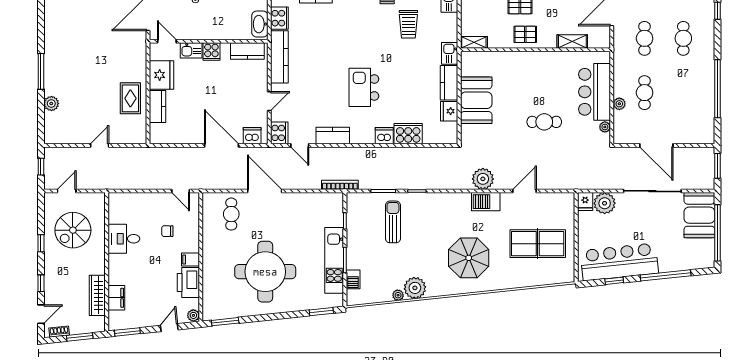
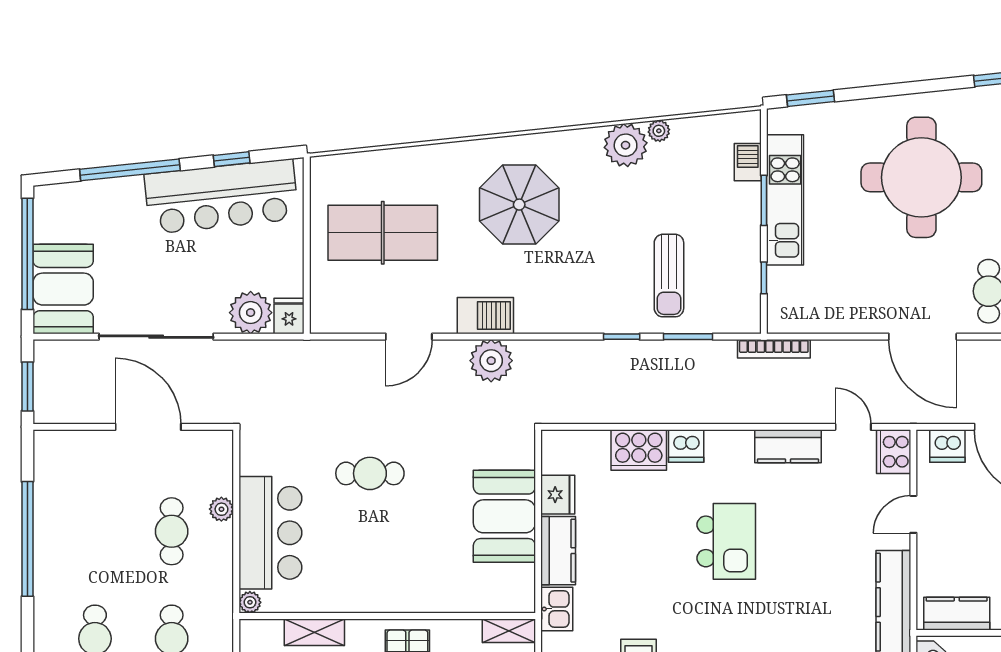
plant: (605, 127) -> (250, 602), moved

